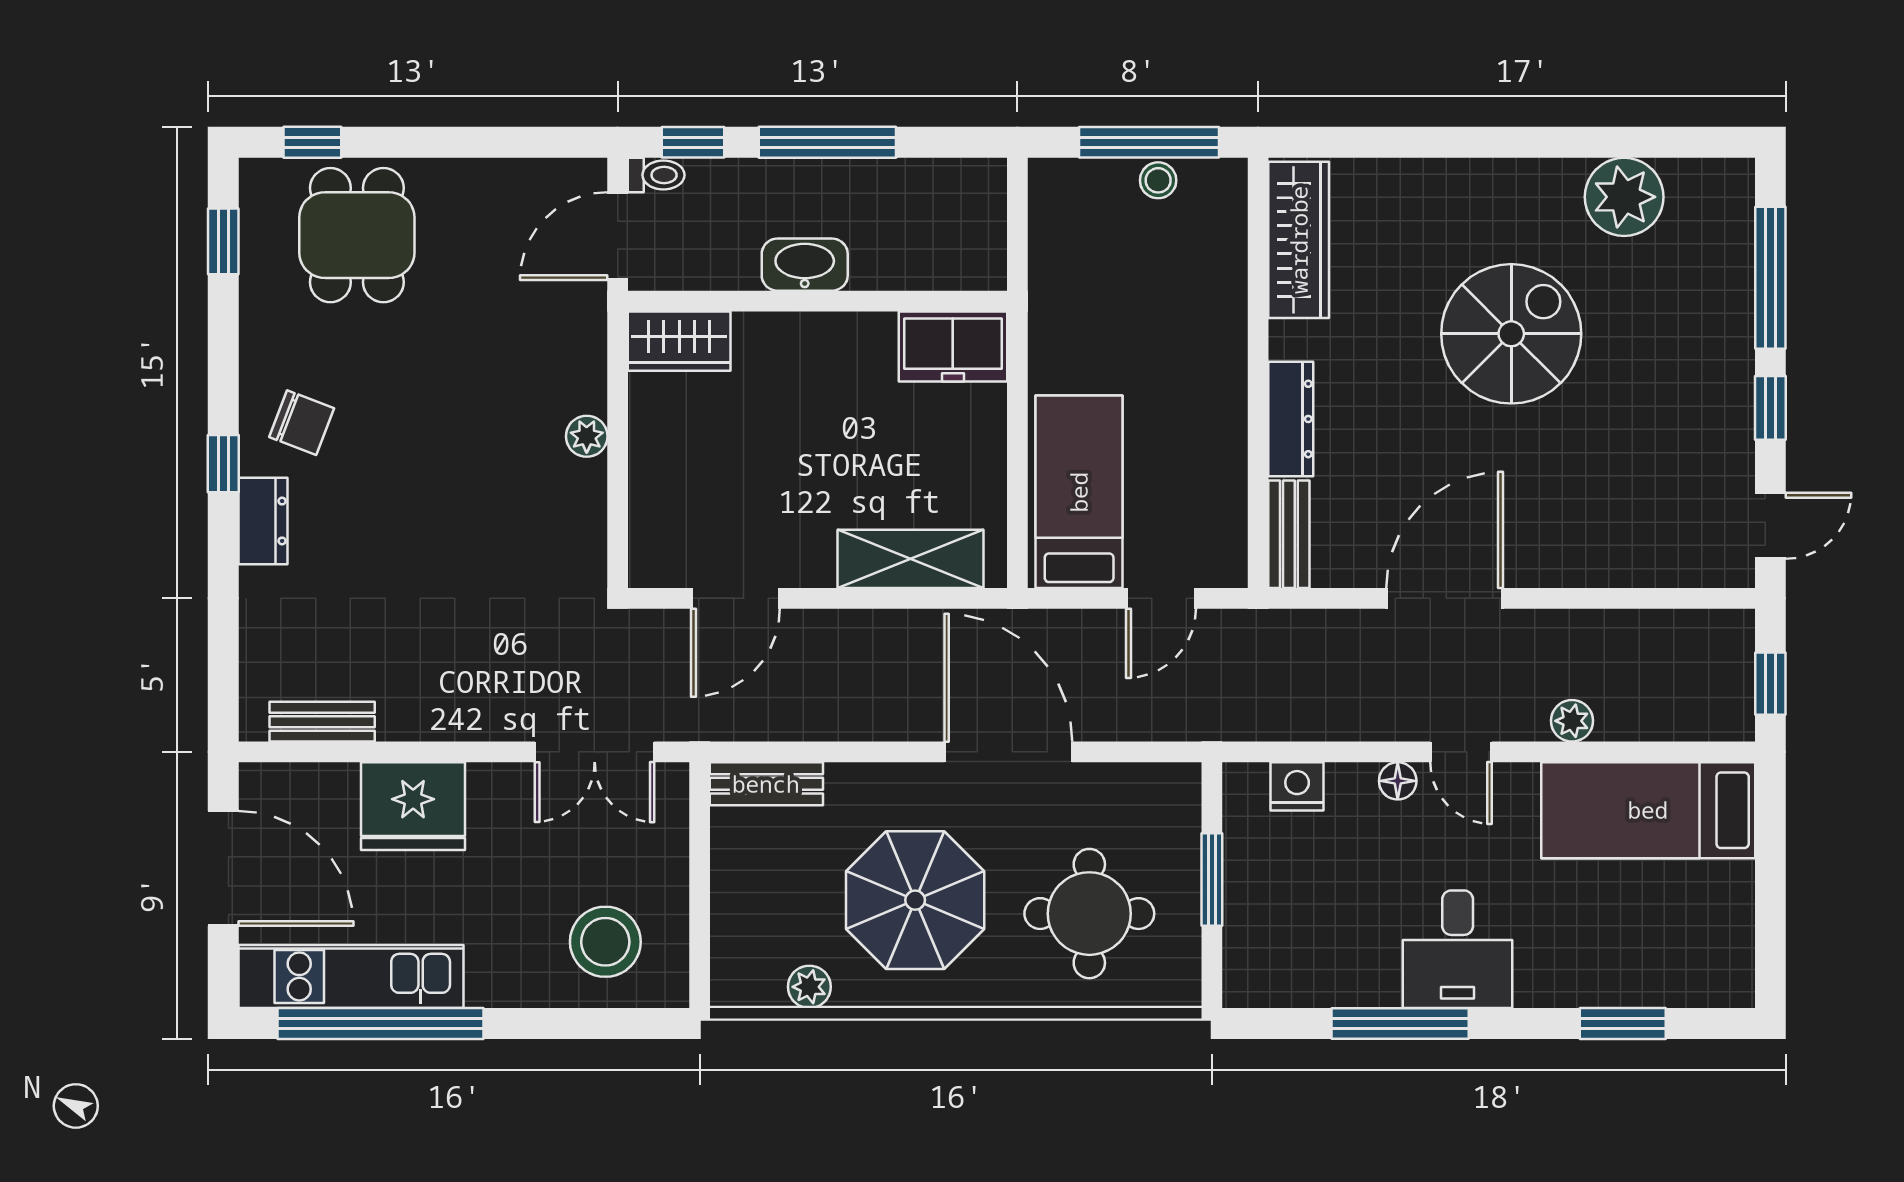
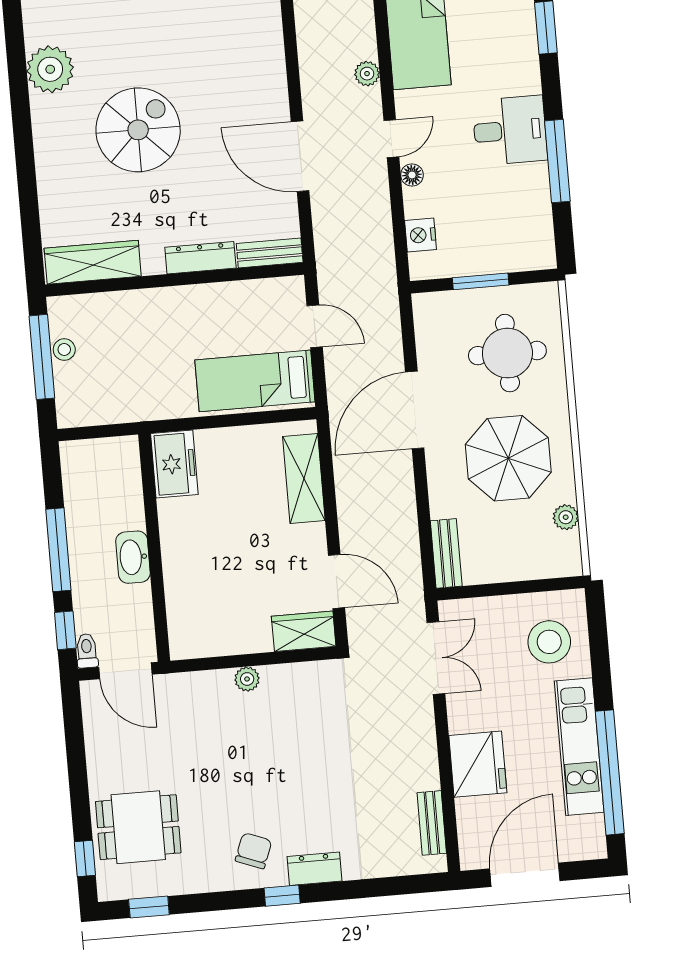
spiral stairs: (1511, 334) -> (138, 130), turned 90
wardrobe: (679, 341) -> (304, 631), moved, turned -90
kitchen unit: (351, 976) -> (579, 747), moved

